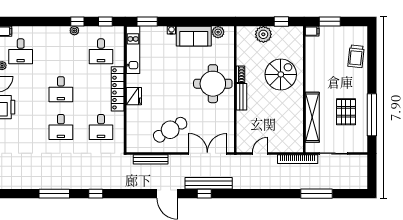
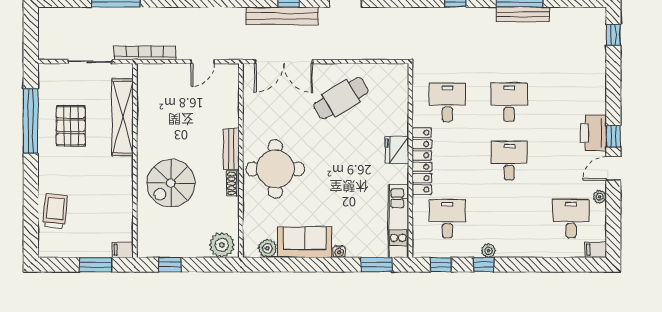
plant: (263, 34) -> (222, 245), moved
bench: (151, 159) -> (523, 14), moved

